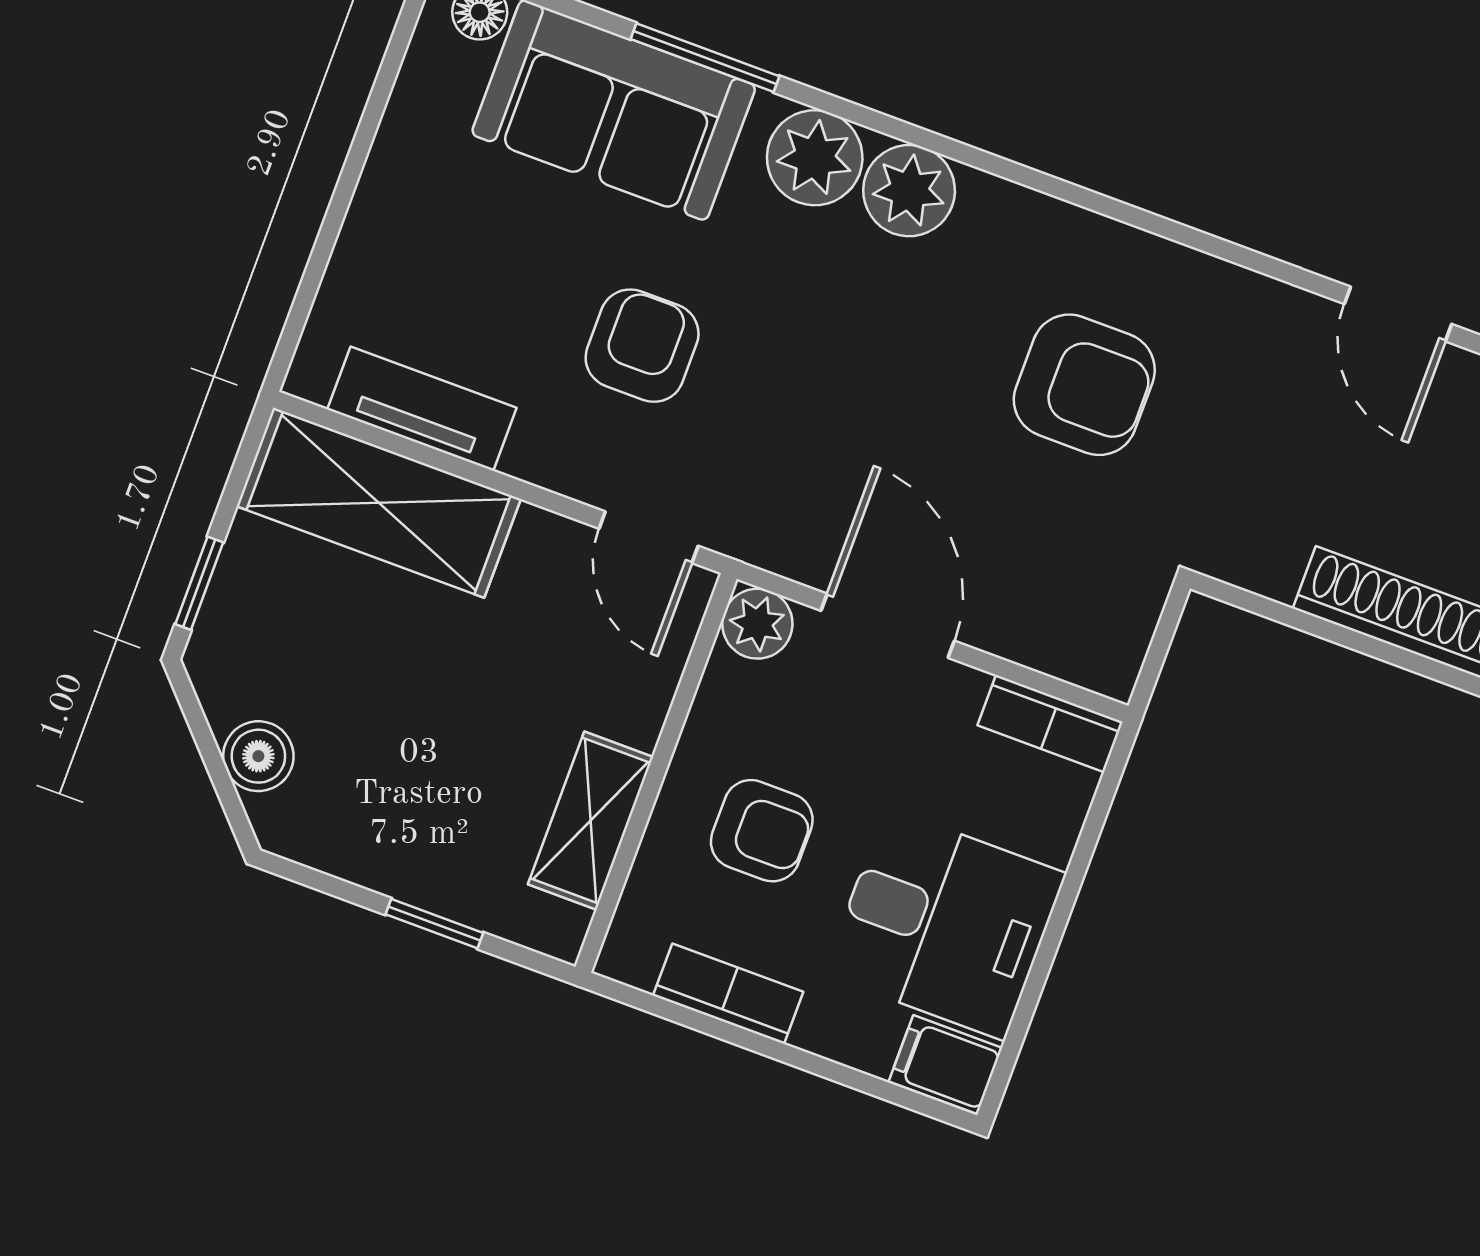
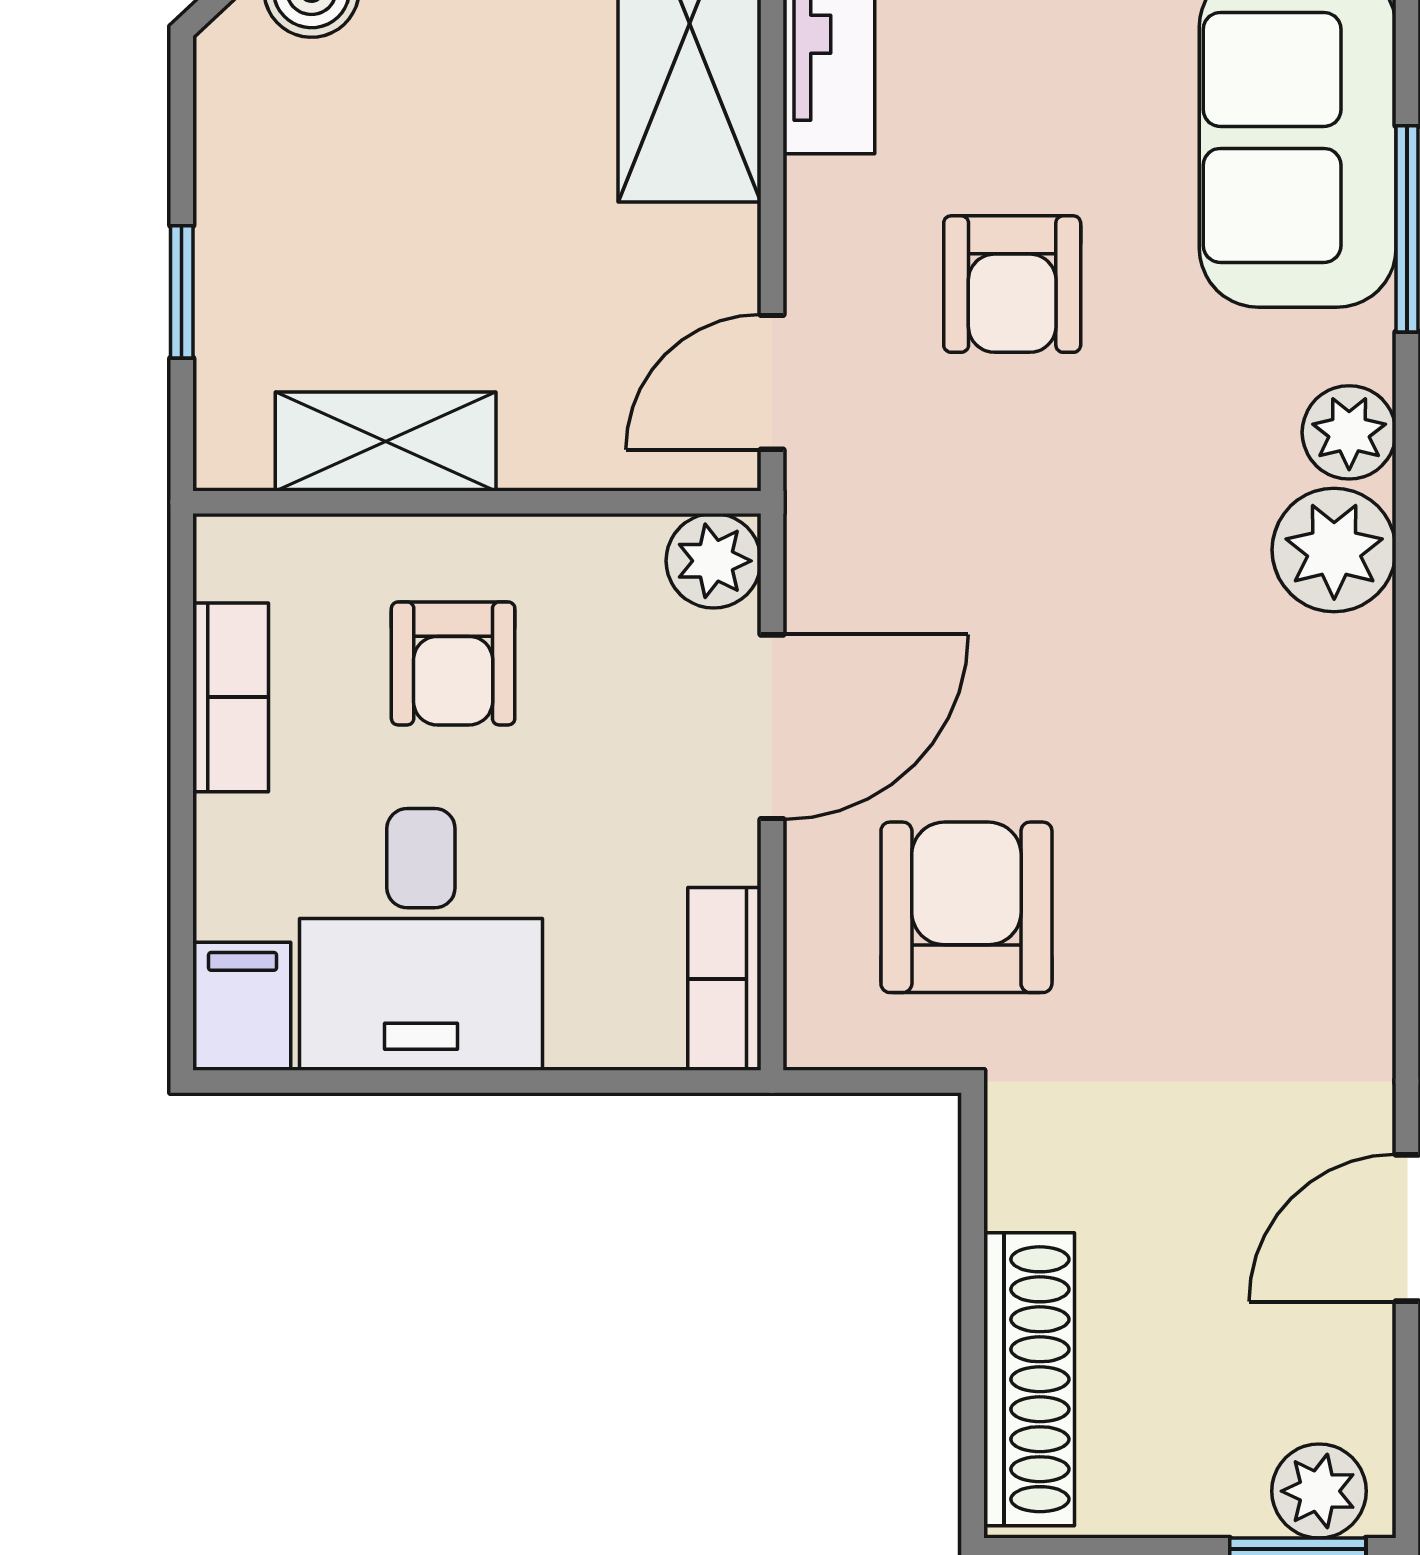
plant: (815, 158) -> (1349, 432), width x0.73, depth x0.73
armchair: (642, 346) -> (1012, 284), turned 90
armchair: (1084, 385) -> (966, 907), moved, turned 180

